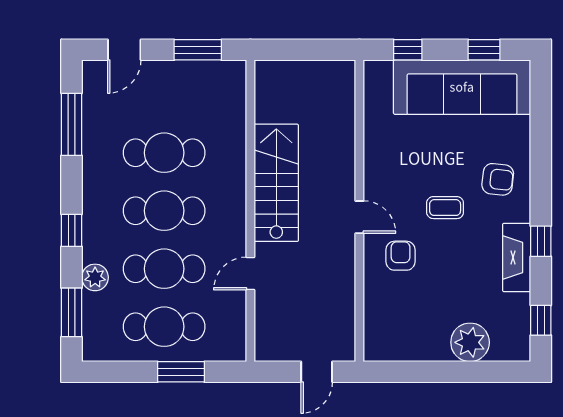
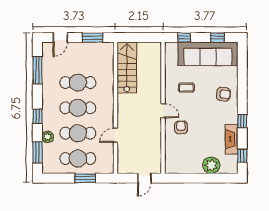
stairs: (276, 183) -> (127, 68), moved
coffee table: (445, 208) -> (186, 87), moved
fireplace: (517, 257) -> (232, 139), moved

